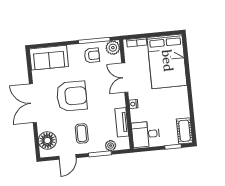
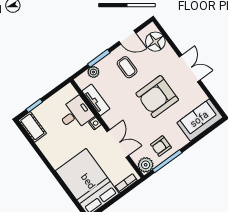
double door: (33, 103) -> (190, 68), width x0.73
desk: (146, 134) -> (76, 114), moved
door: (67, 157) -> (127, 37), swing flipped

